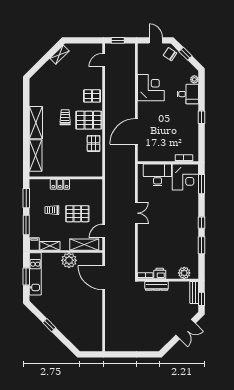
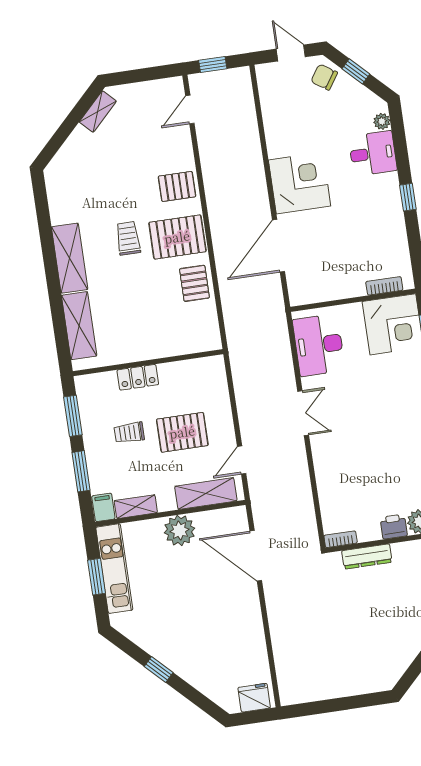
corner desk: (151, 88) -> (300, 183), moved
desk: (157, 175) -> (319, 345), moved, turned -90
printer: (160, 273) -> (394, 527), moved
fridge: (93, 345) -> (254, 698), added

